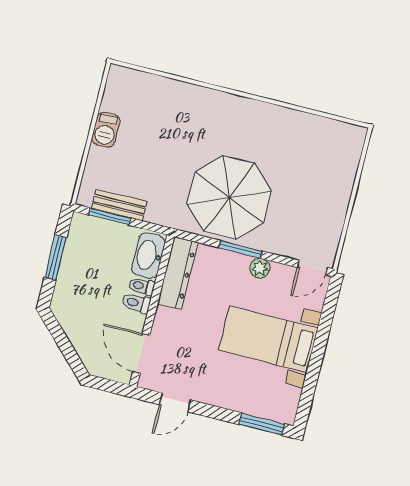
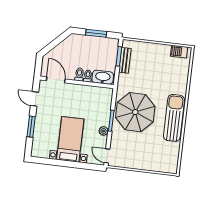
sun lounger: (252, 119) -> (174, 118), added
barbecue: (106, 130) -> (179, 52), moved
dresser: (178, 273) -> (96, 92), removed
door: (141, 353) -> (56, 80), hinge flipped
window: (262, 424) -> (31, 127), moved

